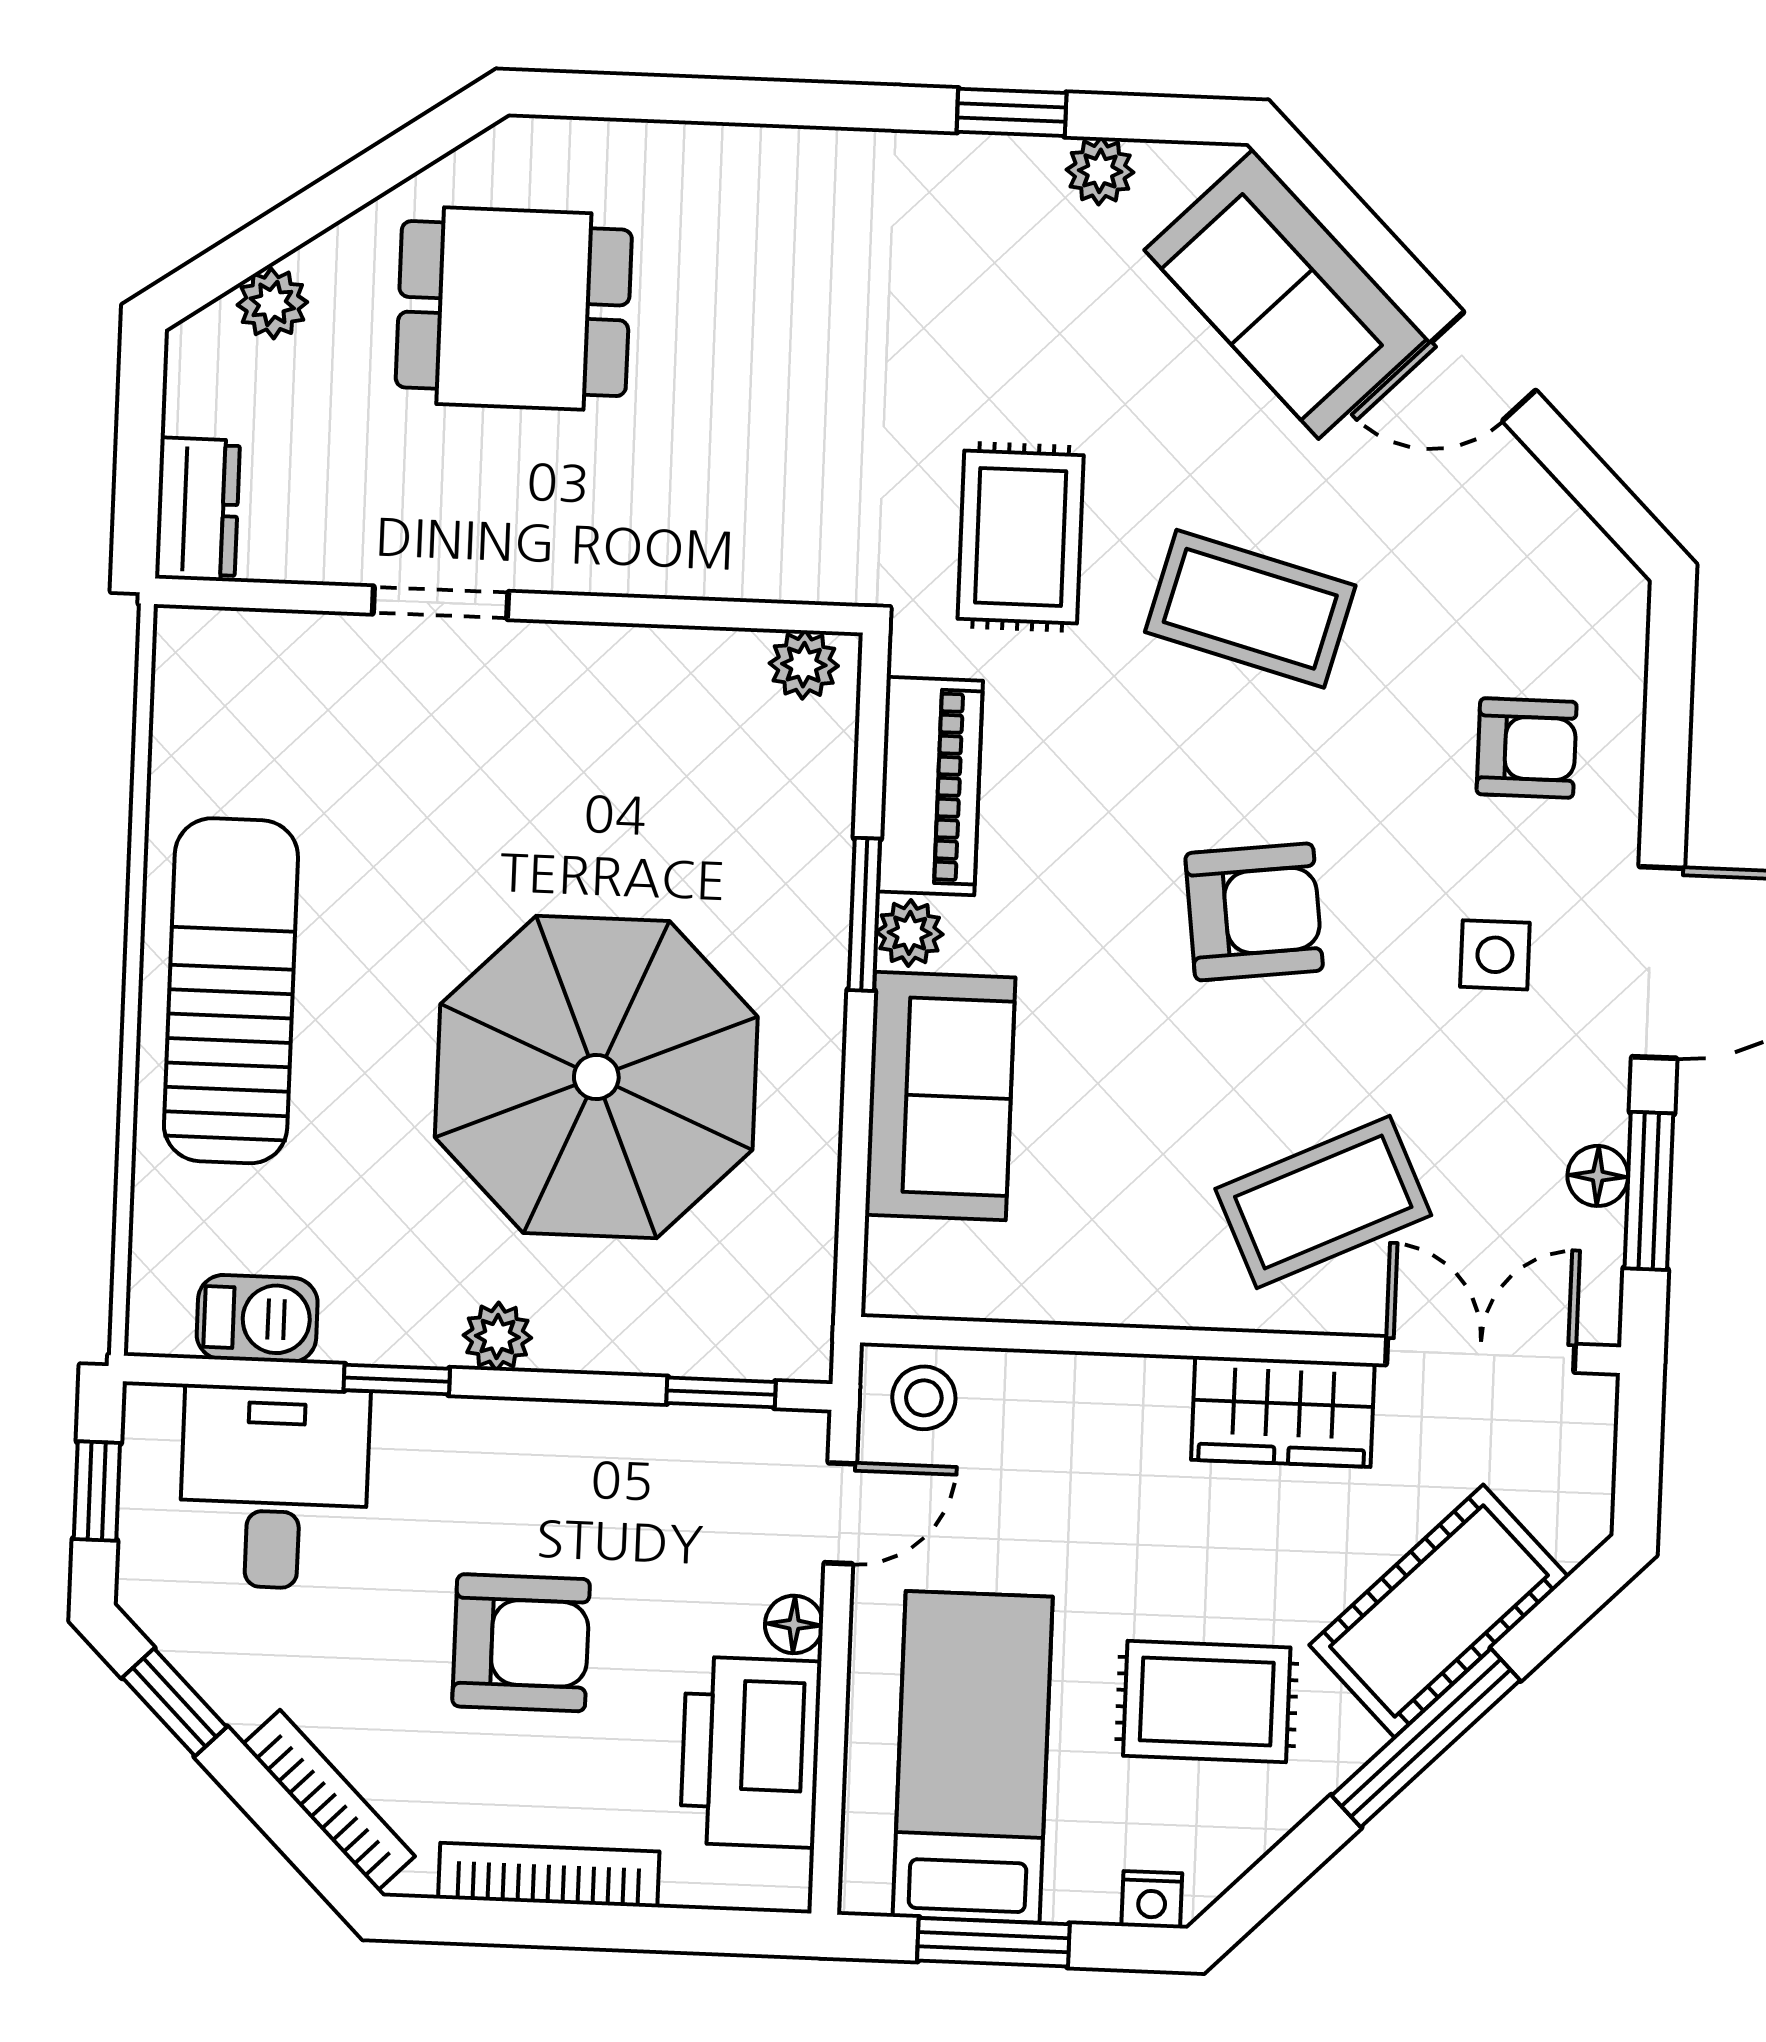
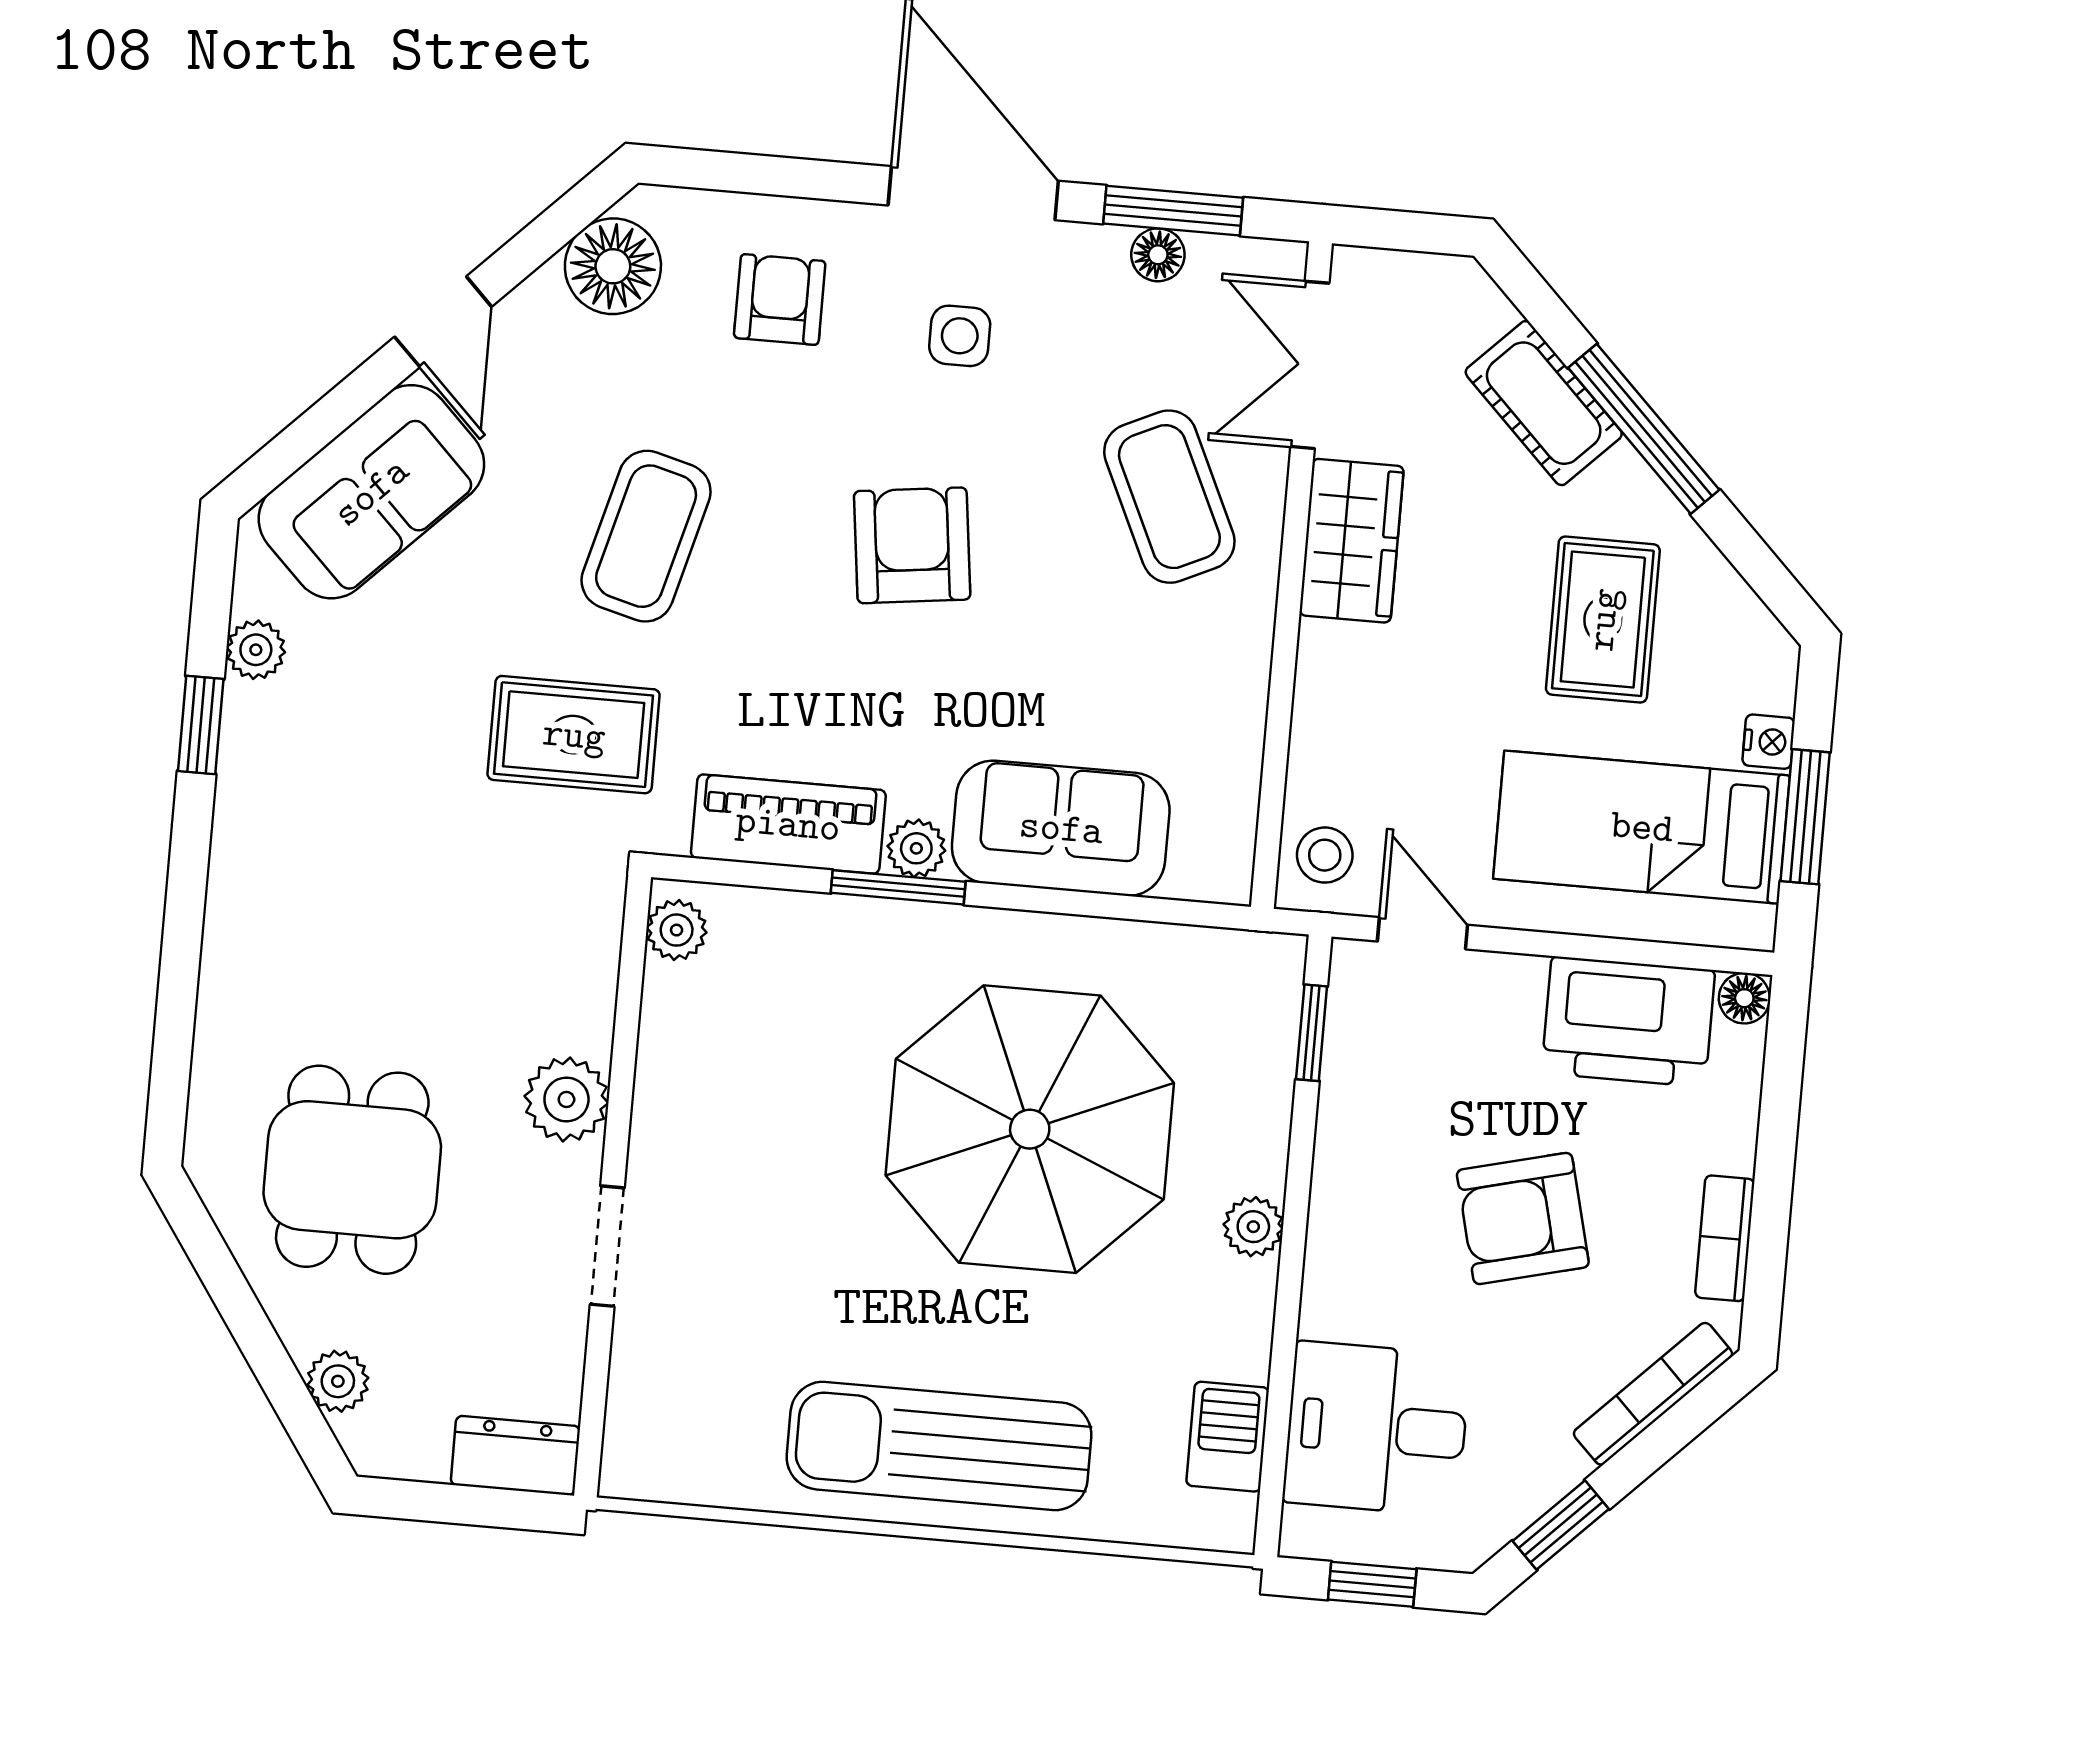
plant: (605, 548) -> (566, 1099), added
floor lamp: (1555, 557) -> (613, 266), added
window: (397, 1379) -> (1287, 1317), removed
cot: (1439, 1611) -> (1544, 403), width x0.73, depth x0.75
floor lamp: (794, 1624) -> (1744, 998), moved
armchair: (521, 1643) -> (1523, 1218), turned -104
bookcase: (549, 1875) -> (1725, 1238), width x0.64
nightstand: (1152, 1900) -> (1769, 742), moved

